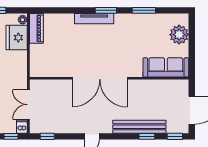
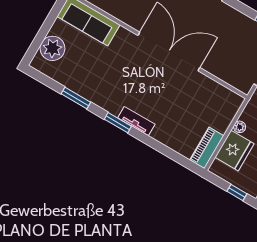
tv unit: (94, 19) -> (136, 121), width x0.71
plant: (23, 20) -> (240, 127), moved

